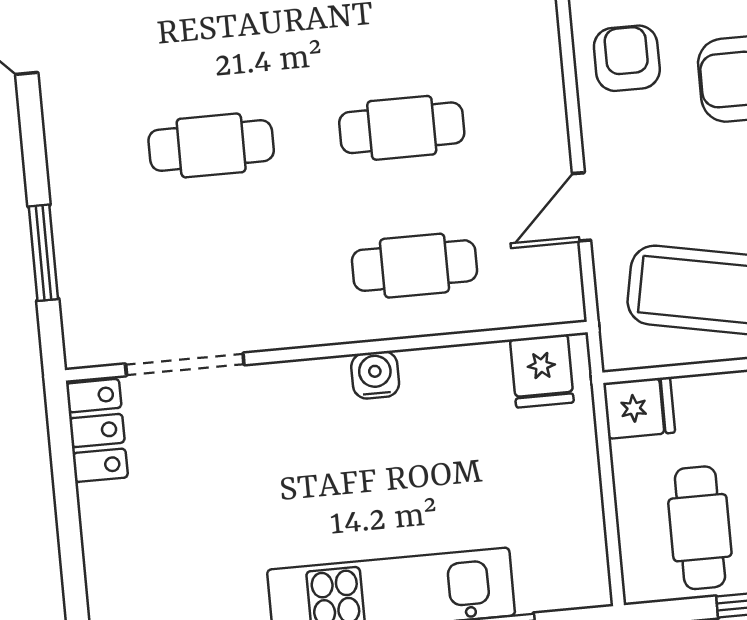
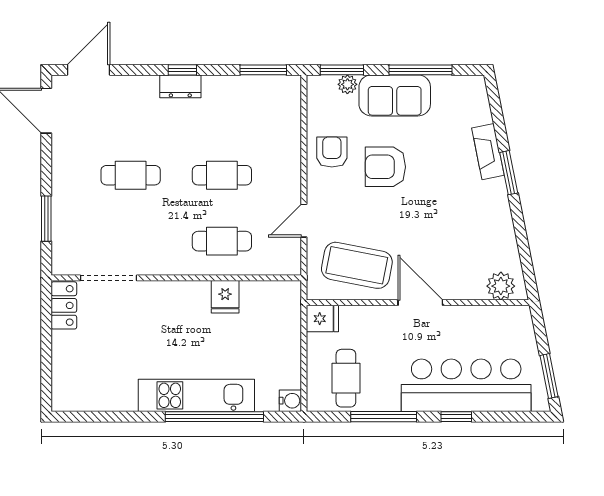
fridge: (542, 371) -> (225, 297), moved
water cooler: (375, 375) -> (290, 401), moved, turned 90

